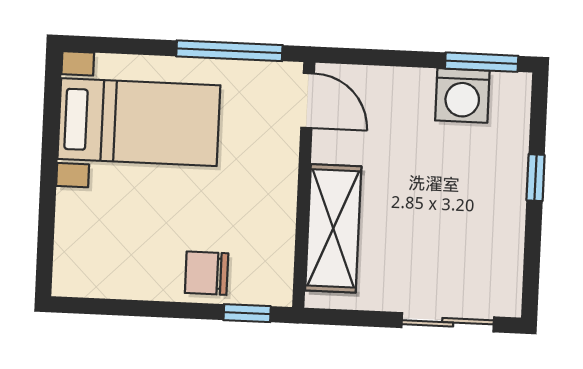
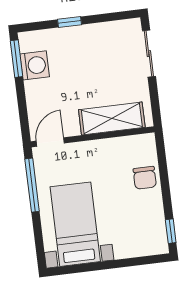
window: (247, 313) -> (171, 231), moved

